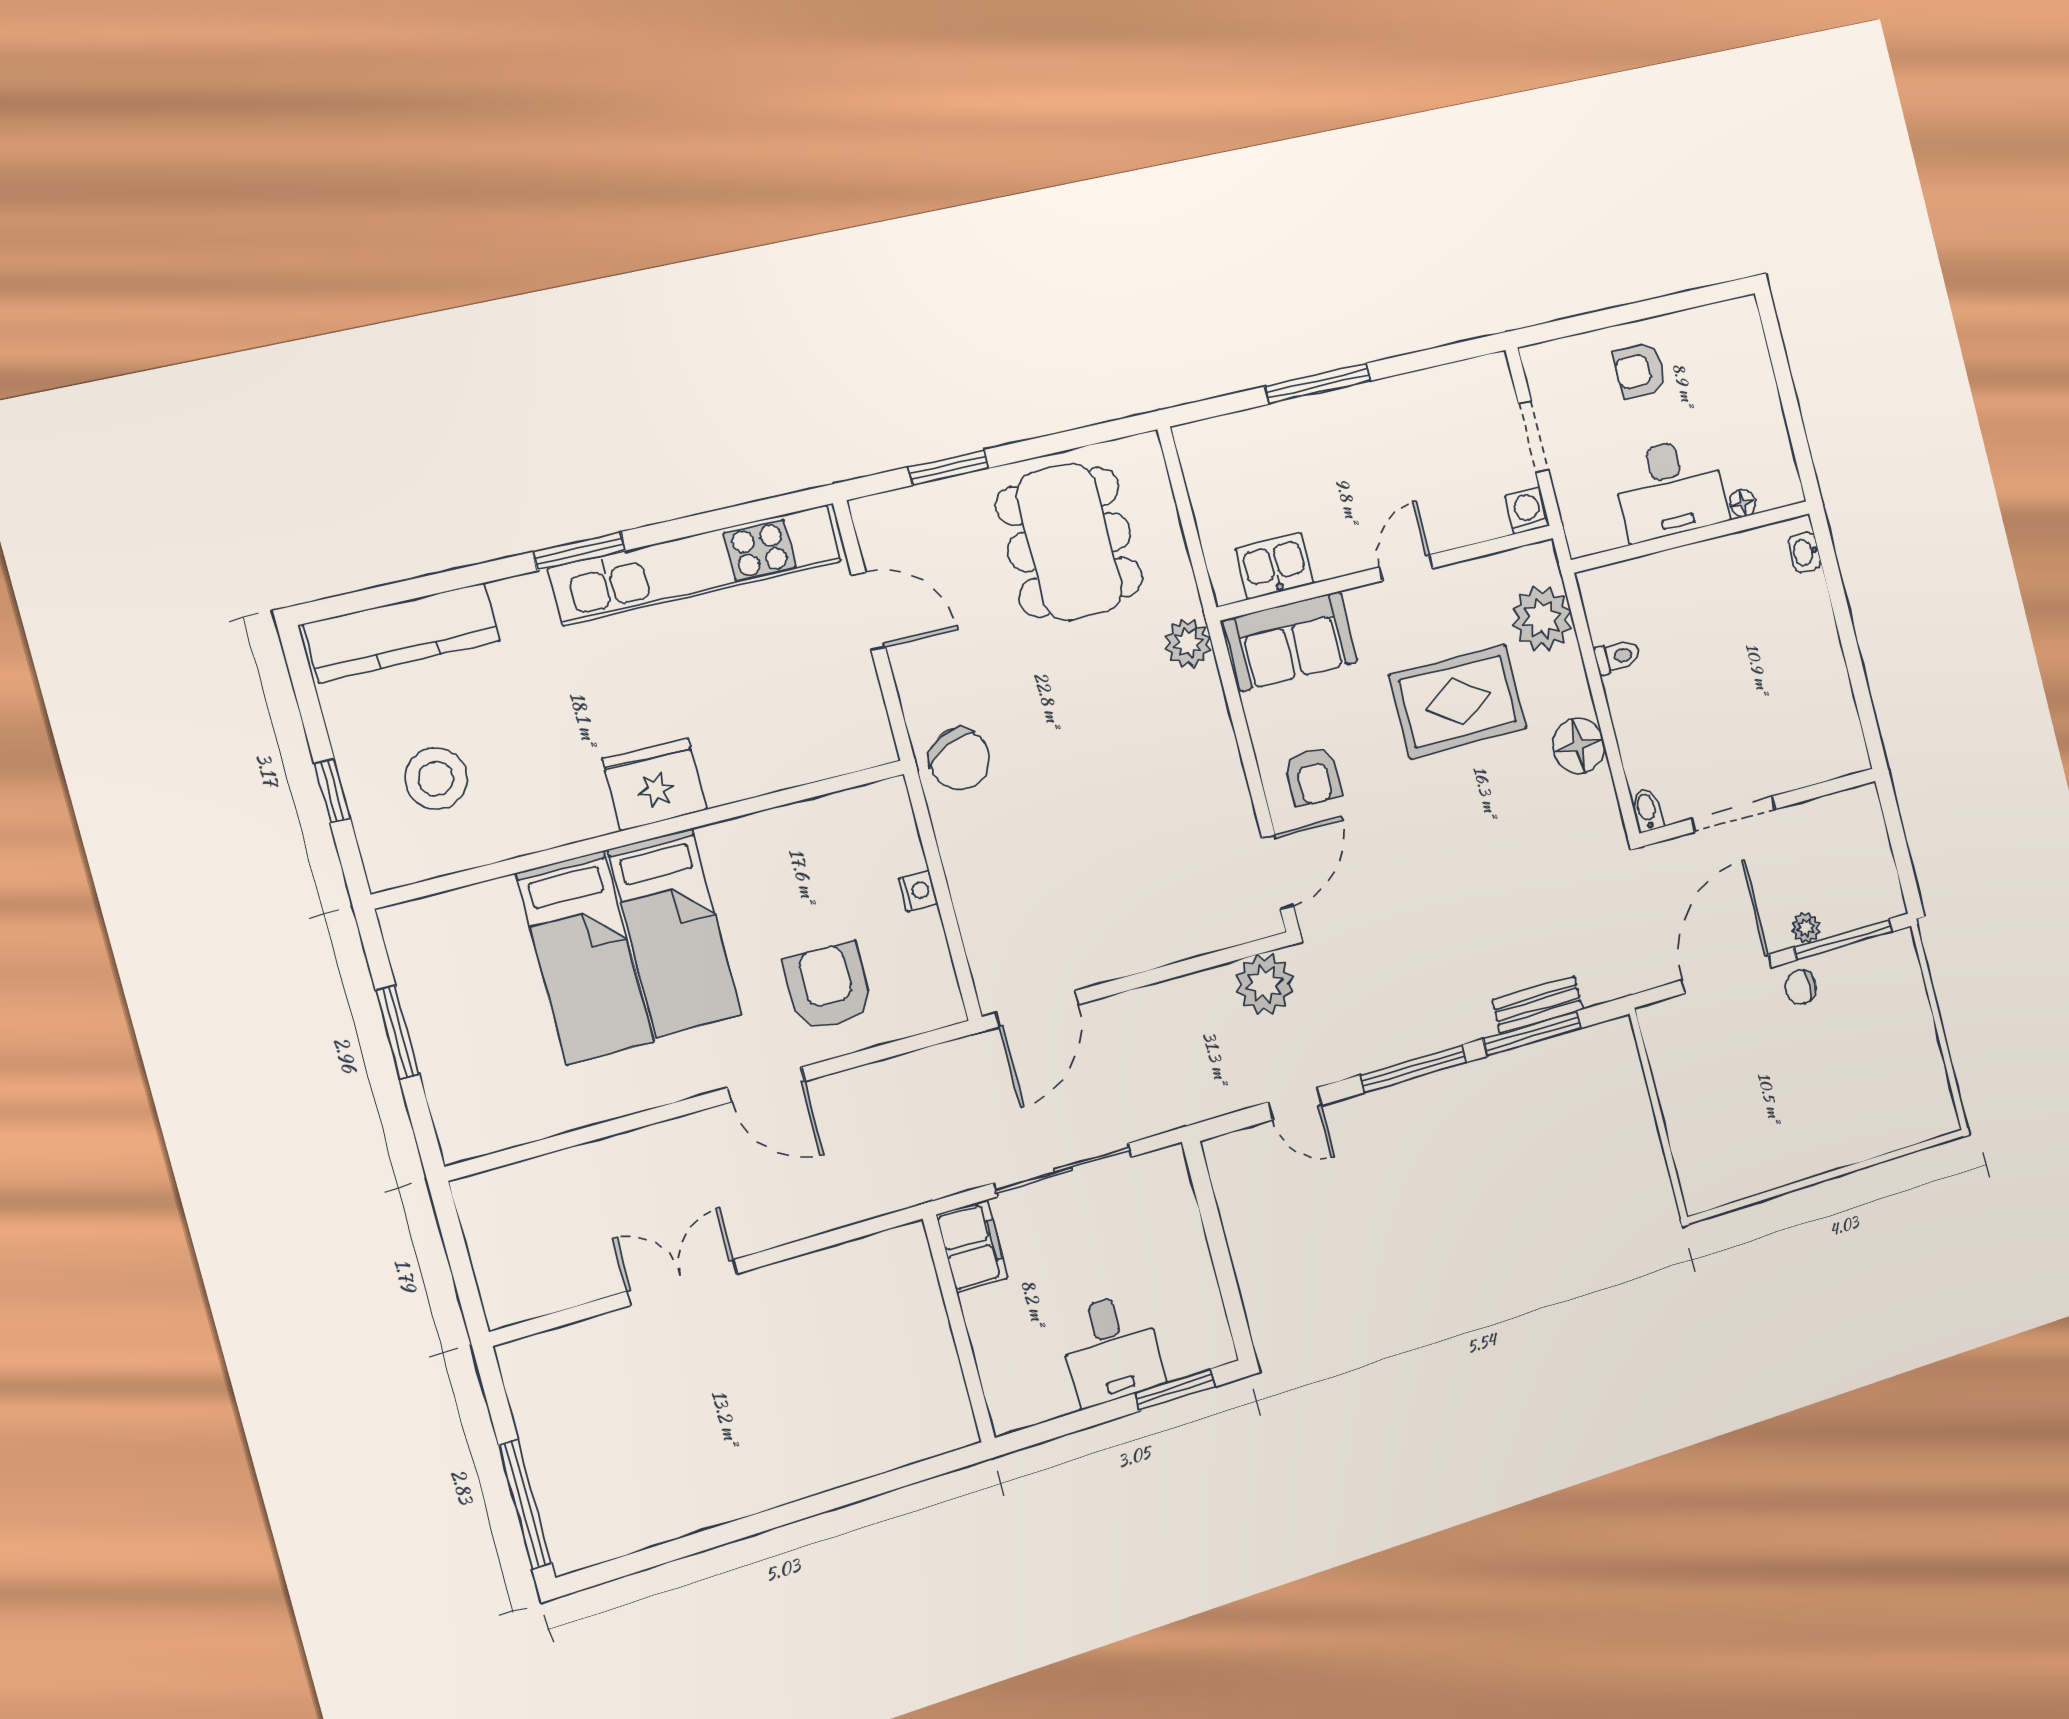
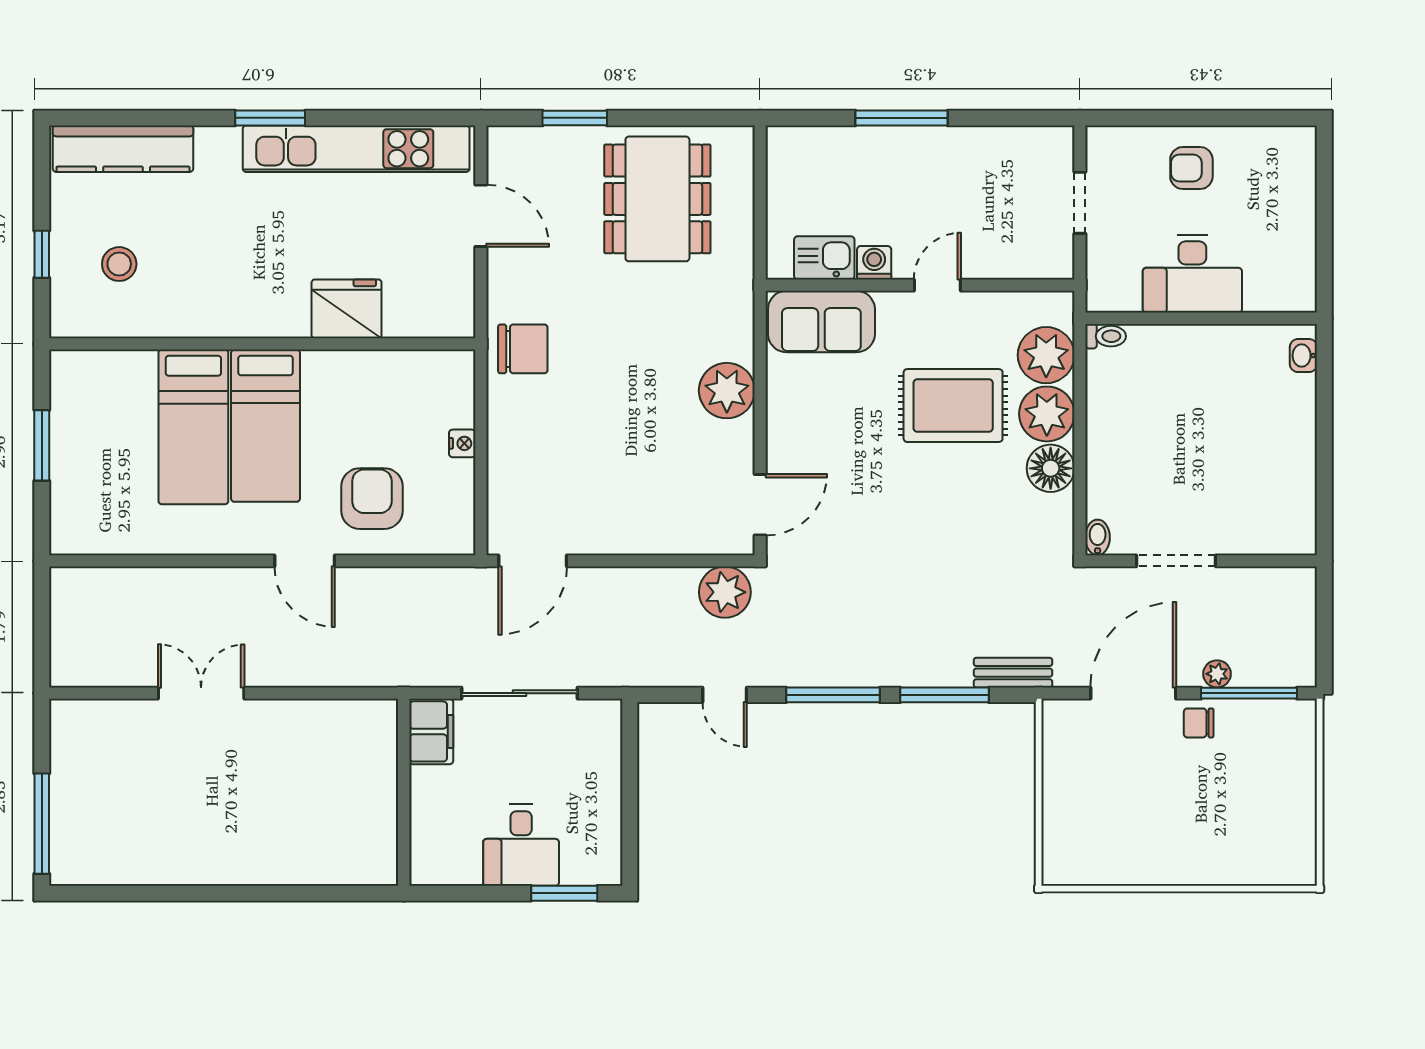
floor lamp: (1743, 503) -> (1257, 301), removed
washing machine: (1527, 511) -> (874, 263), moved
plant: (1188, 643) -> (727, 391), moved, width x1.36, depth x1.36
toilet: (1617, 657) -> (1106, 336), moved
plant: (1559, 685) -> (1047, 414), added
chair: (960, 759) -> (523, 349), turned -65
armchair: (1313, 777) -> (811, 436), removed
stool: (436, 779) -> (119, 264), width x0.73, depth x0.73
fridge: (655, 784) -> (347, 309), moved
bench: (1538, 1005) -> (1013, 673), moved

